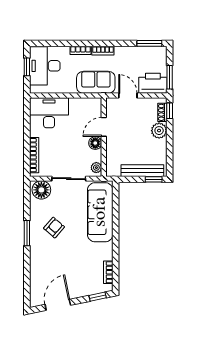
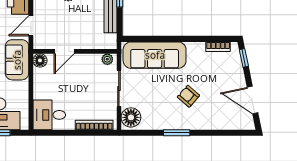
desk: (49, 113) -> (49, 115), width x0.73
door: (104, 127) -> (64, 51), hinge flipped
floor lamp: (95, 143) -> (40, 60), moved
armchair: (54, 228) -> (188, 96), moved

